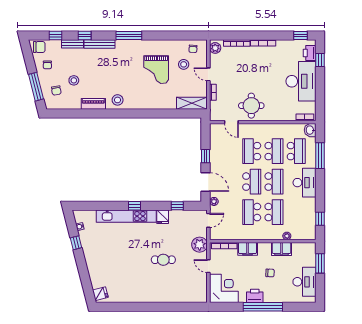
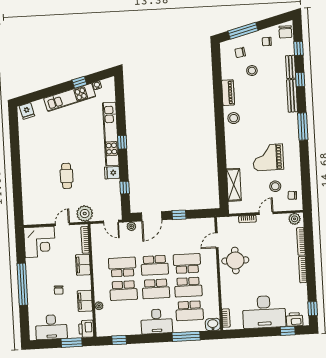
shelving: (192, 103) -> (234, 185), moved
kitchen unit: (90, 253) -> (70, 97), added
printer: (255, 296) -> (86, 329), moved, turned 180

